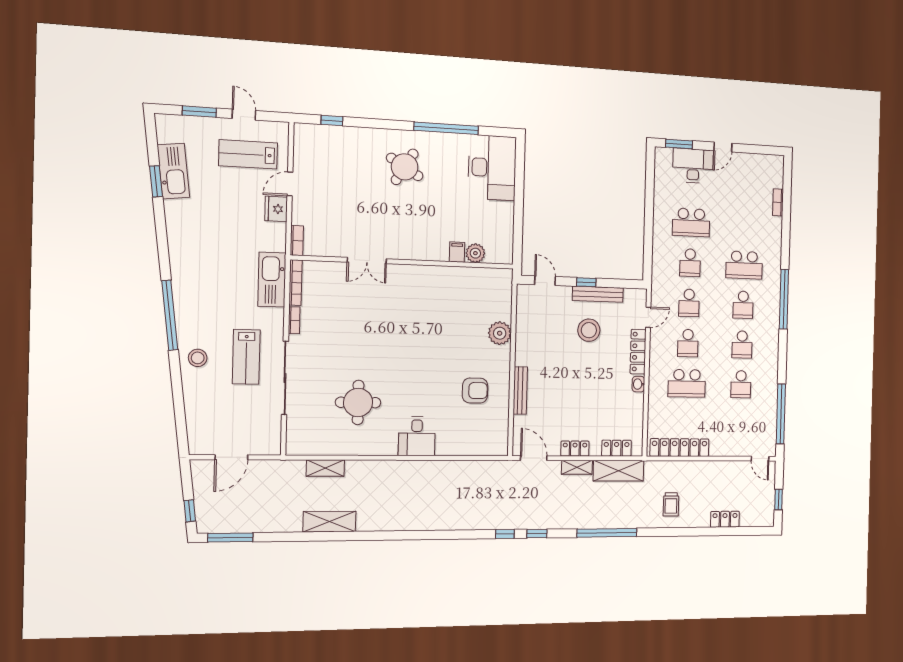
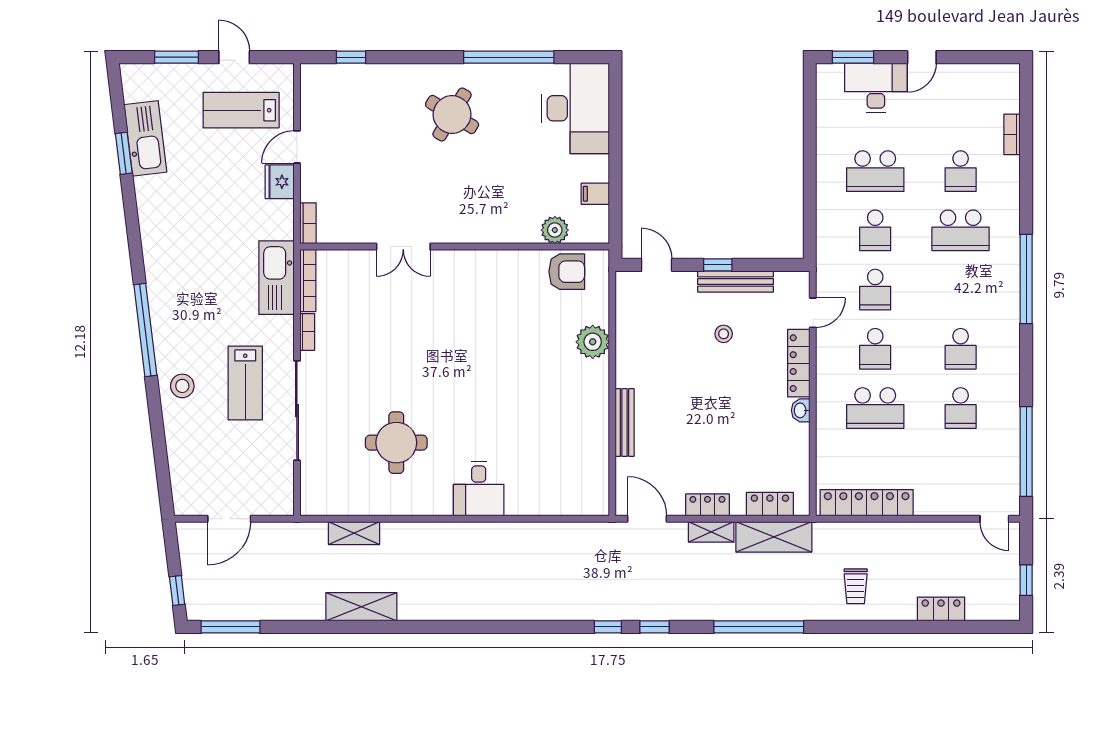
filing cabinet: (457, 252) -> (595, 194), moved, turned -90
school desk: (743, 305) -> (961, 171), moved
stool: (589, 330) -> (724, 334), width x0.53, depth x0.53
armchair: (475, 391) -> (567, 272), moved

